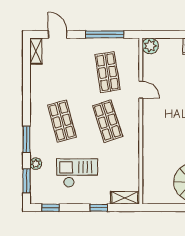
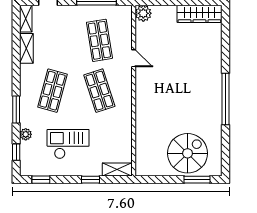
shelving: (37, 80) -> (26, 48), added
shop shelf: (62, 121) -> (52, 91), turned 30
window: (26, 181) -> (16, 152), width x0.67

